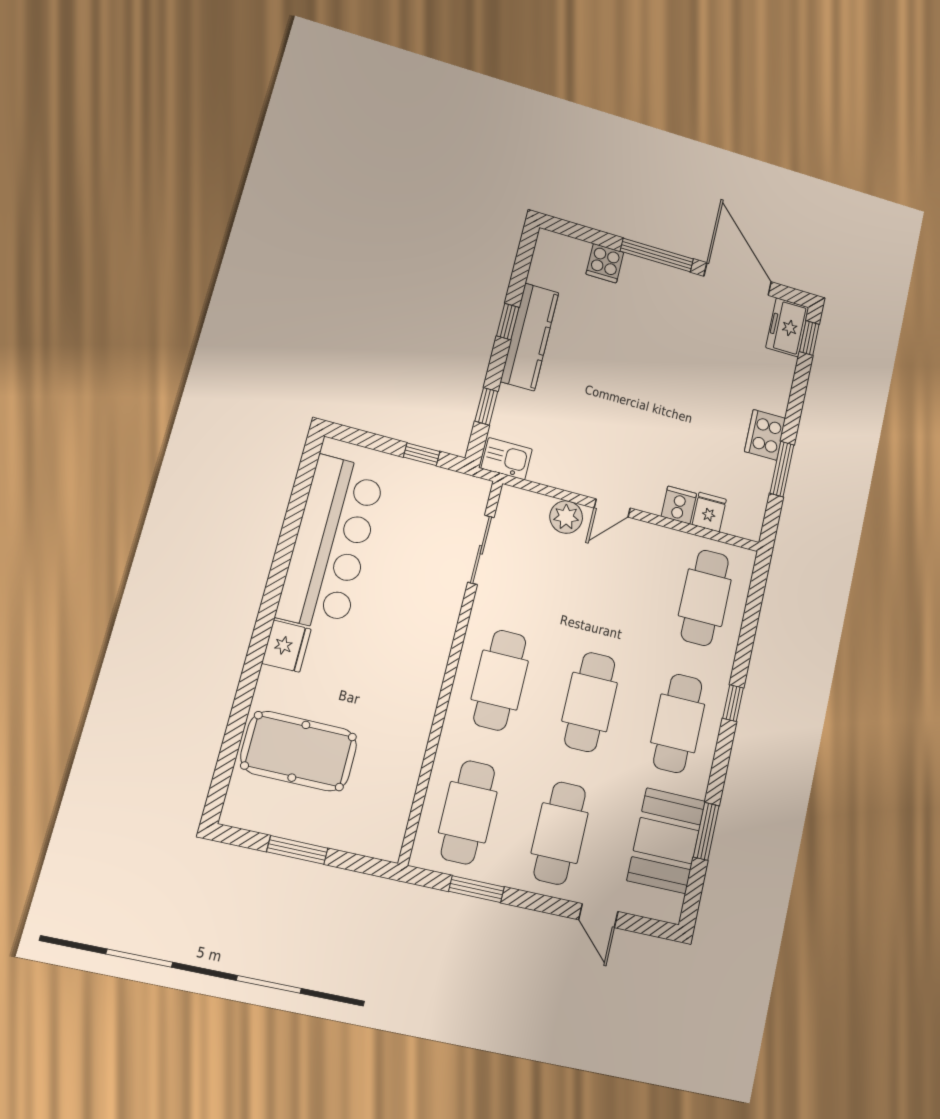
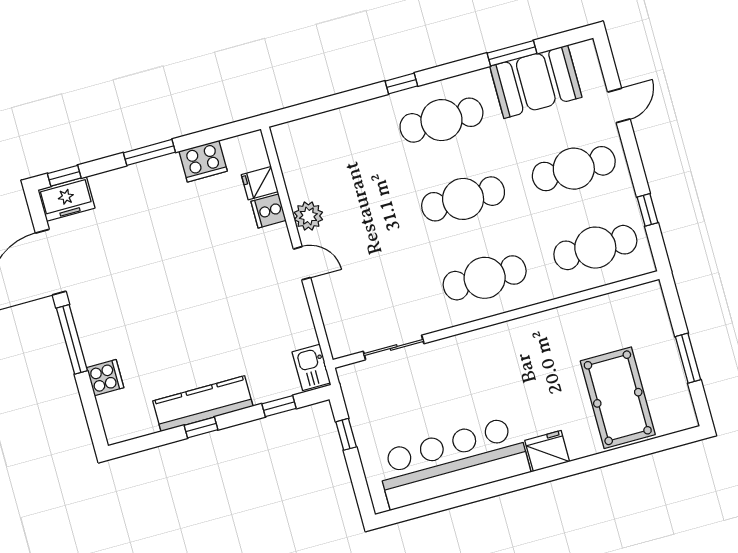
cooker: (765, 435) -> (203, 161), moved
window: (782, 469) -> (149, 152), moved
plant: (566, 517) -> (308, 216), moved
cafe table: (705, 598) -> (331, 150), removed
window: (477, 889) -> (647, 210), width x0.67

